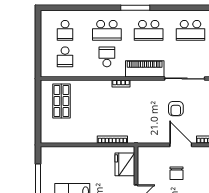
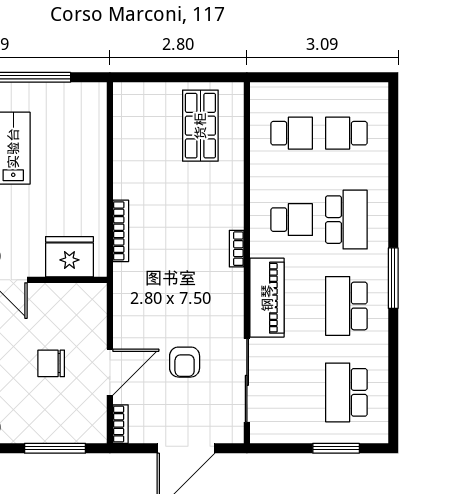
school desk: (107, 30) -> (346, 220), turned 180
school desk: (65, 57) -> (292, 133), turned 180
shop shelf: (61, 101) -> (200, 126), turned 90
armchair: (176, 109) -> (185, 362), turned -90

